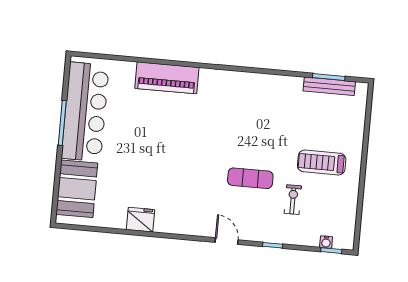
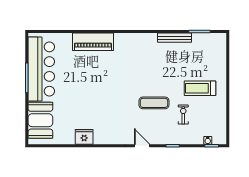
bench: (329, 86) -> (175, 38), moved

